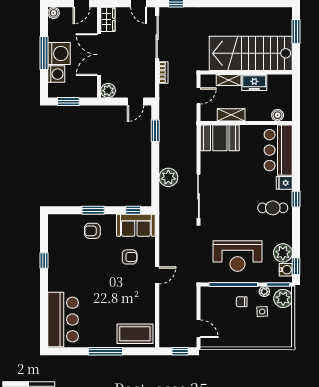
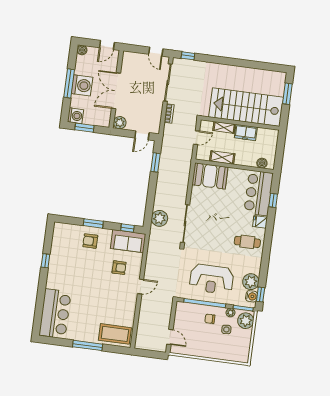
wardrobe: (108, 19) -> (128, 62), removed
washing machine: (56, 74) -> (75, 116), moved
plant: (168, 177) -> (159, 218), moved
window: (296, 199) -> (273, 200), moved
window: (180, 351) -> (152, 354), removed

